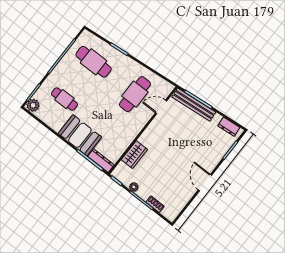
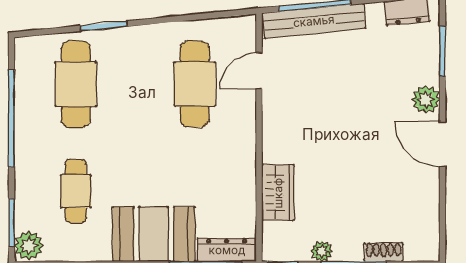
cafe table: (94, 62) -> (76, 84), turned 90
cafe table: (64, 99) -> (76, 191), turned 90
plant: (211, 162) -> (426, 99), added

